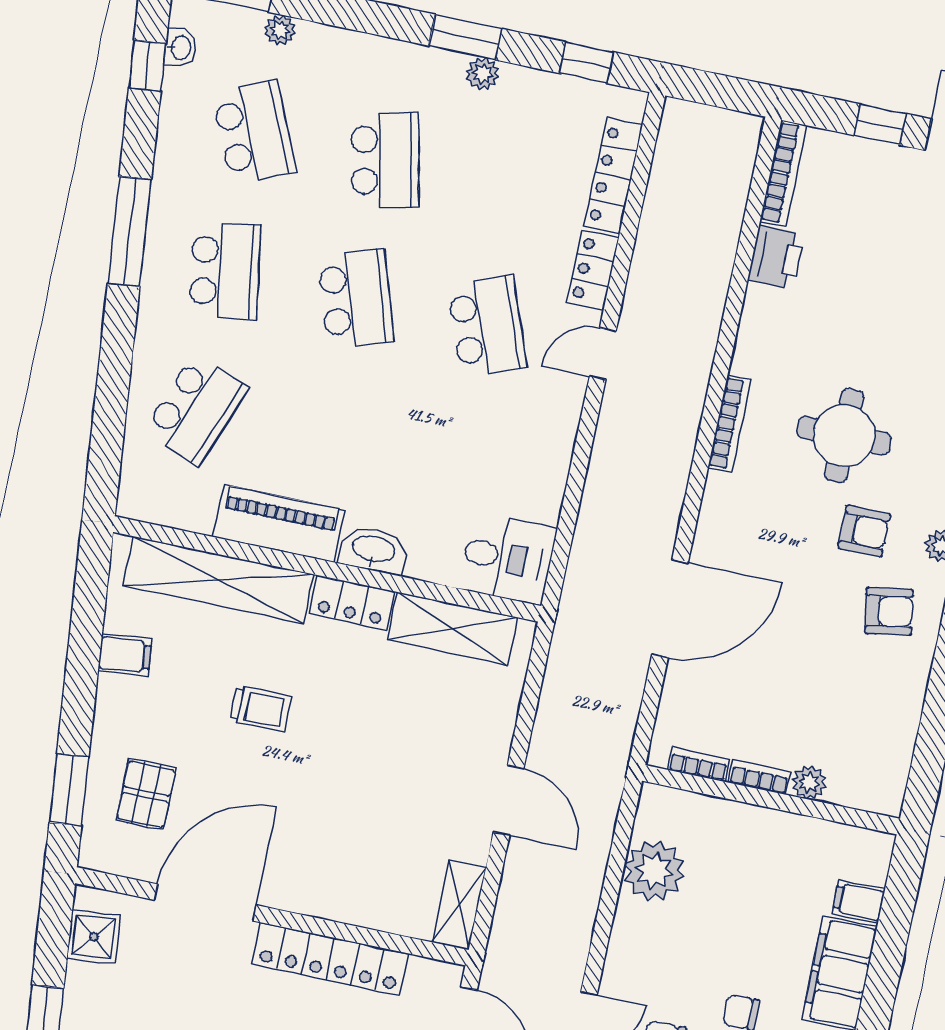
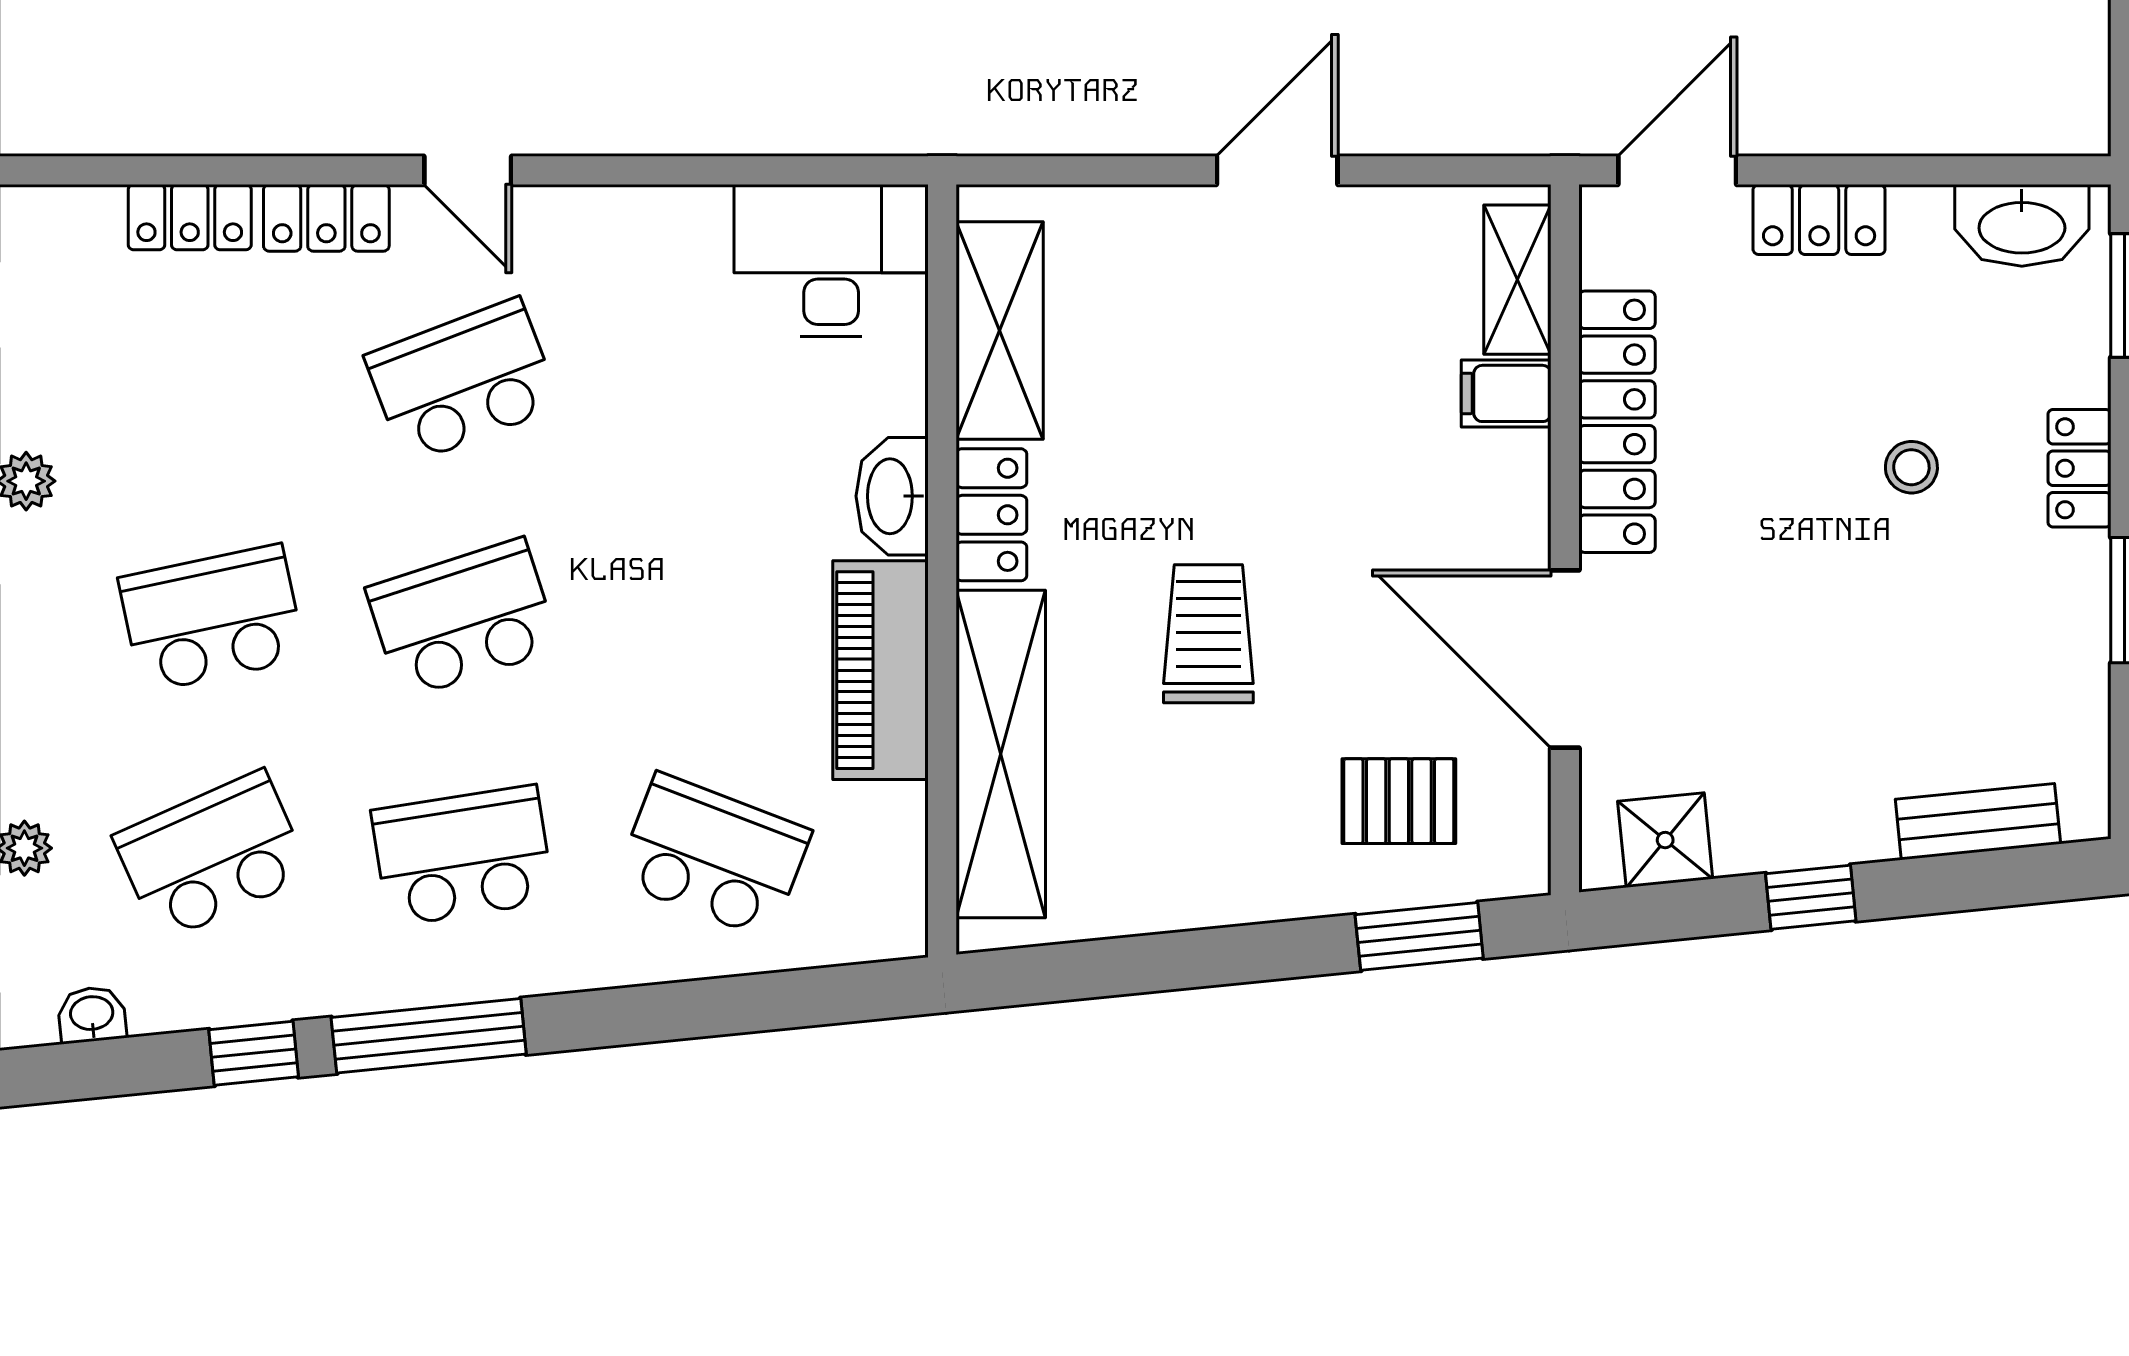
window: (147, 66) -> (254, 1053), moved
locker: (613, 176) -> (190, 217), width x0.66
desk: (508, 558) -> (831, 261), width x1.37
filing cabinet: (125, 655) -> (1506, 393), moved, turned -84
trolley: (261, 709) -> (1208, 634), width x1.36, depth x1.39
shelving: (459, 905) -> (1517, 280), moved, turned 90

